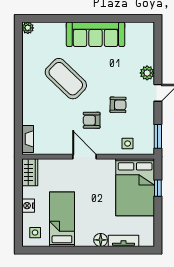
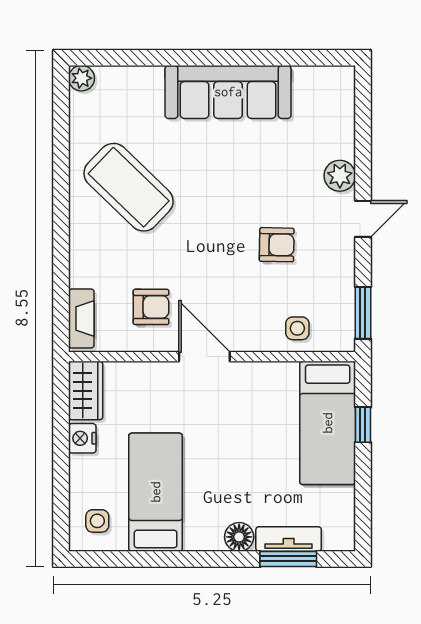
coffee table: (66, 79) -> (129, 187), moved
armchair: (92, 120) -> (151, 307), moved, turned 180
bed: (135, 187) -> (328, 423), width x0.67
nightstand: (28, 206) -> (82, 438), moved
window: (123, 250) -> (288, 559), added

